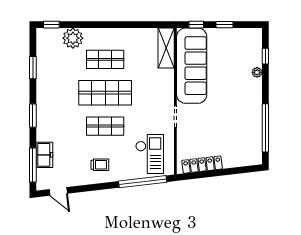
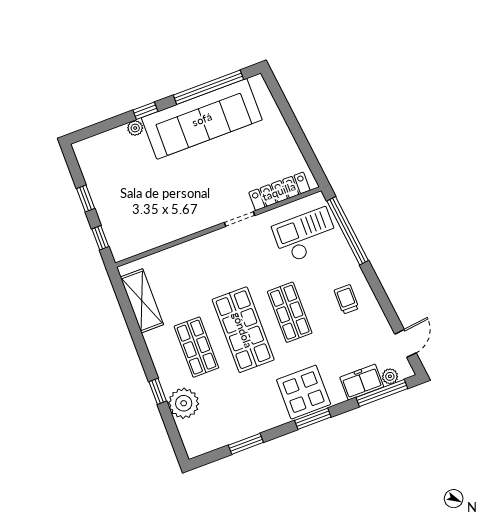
window: (51, 25) -> (158, 391), moved
shelving: (166, 48) -> (142, 301), moved, turned 90
window: (265, 56) -> (145, 111), moved
sofa: (192, 66) -> (202, 119), moved, turned 180
display table: (52, 116) -> (304, 392), added
locker: (202, 165) -> (279, 191), moved, turned 97
plant: (41, 174) -> (390, 376), added

